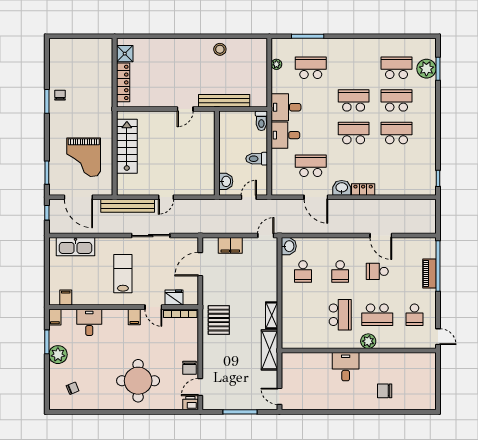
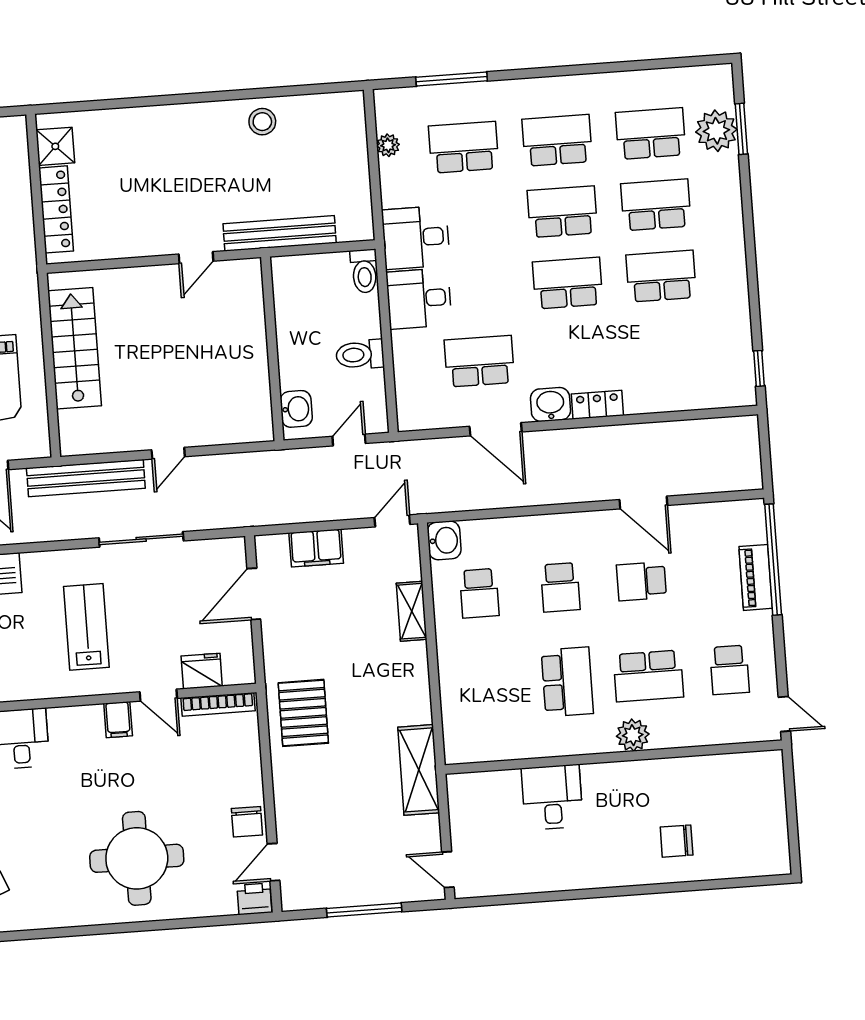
school desk: (354, 68) -> (557, 140), added
shelving: (272, 315) -> (412, 611), moved
desk: (346, 367) -> (552, 797), moved

